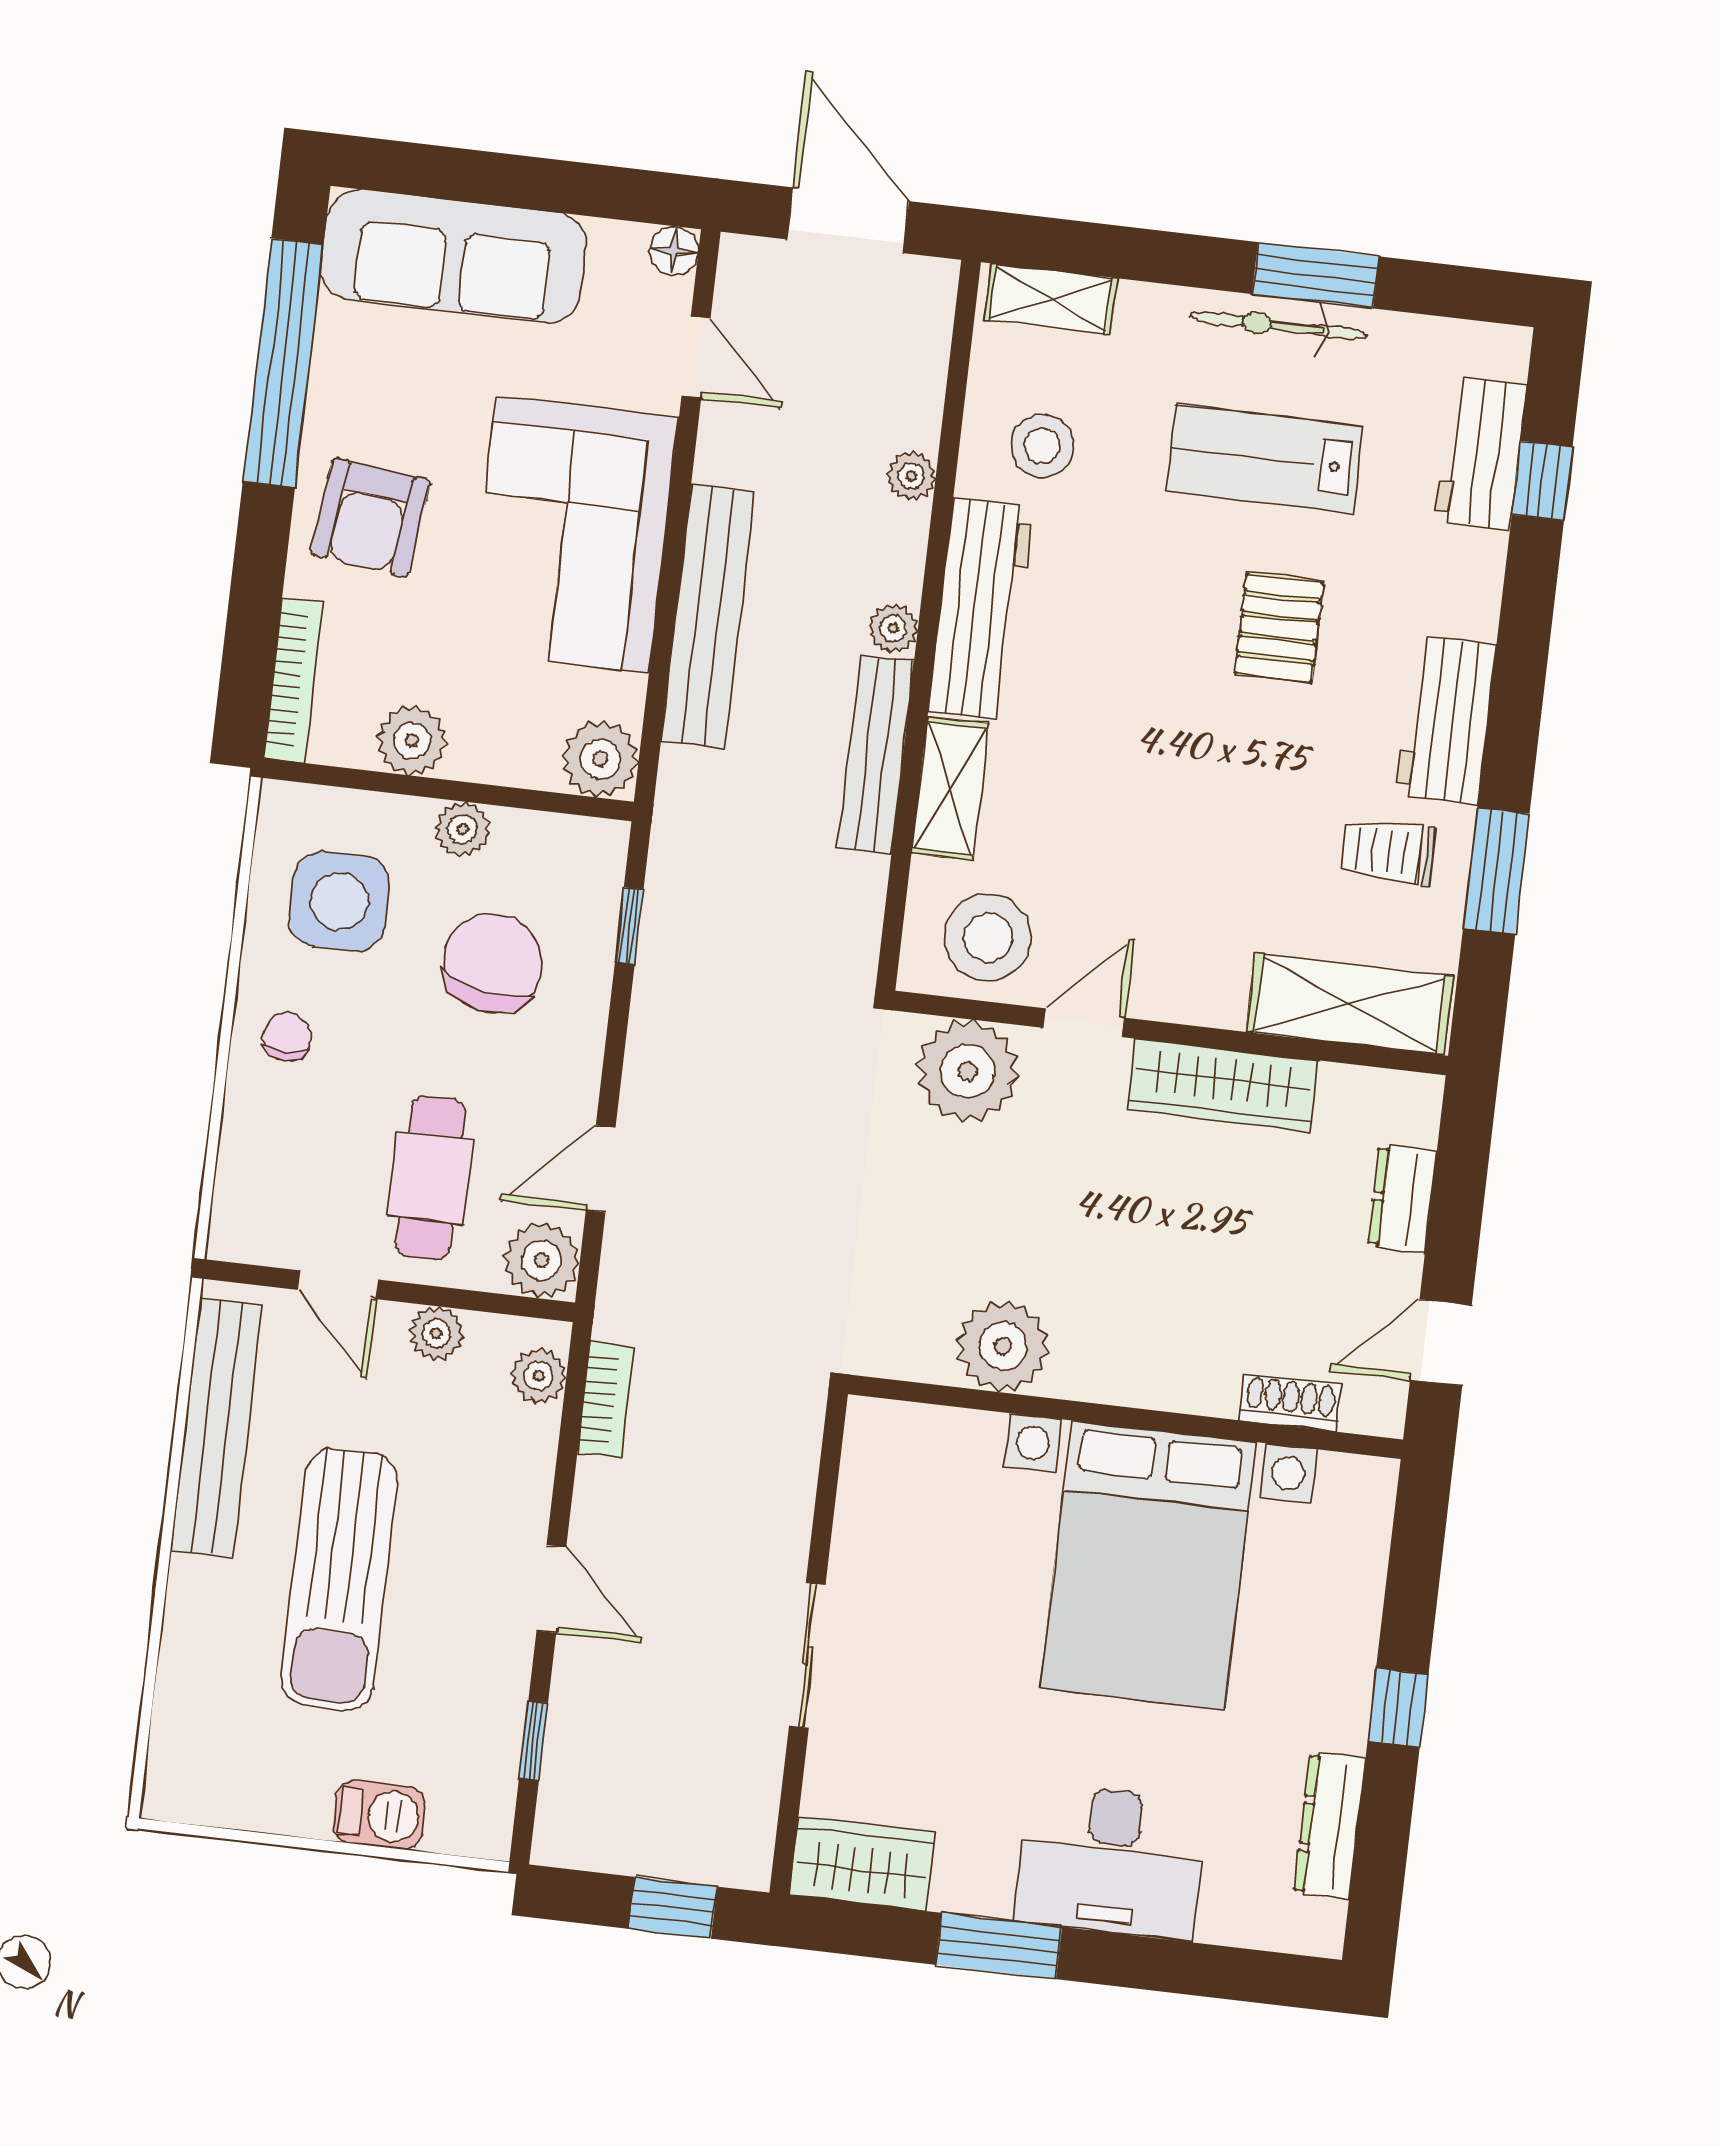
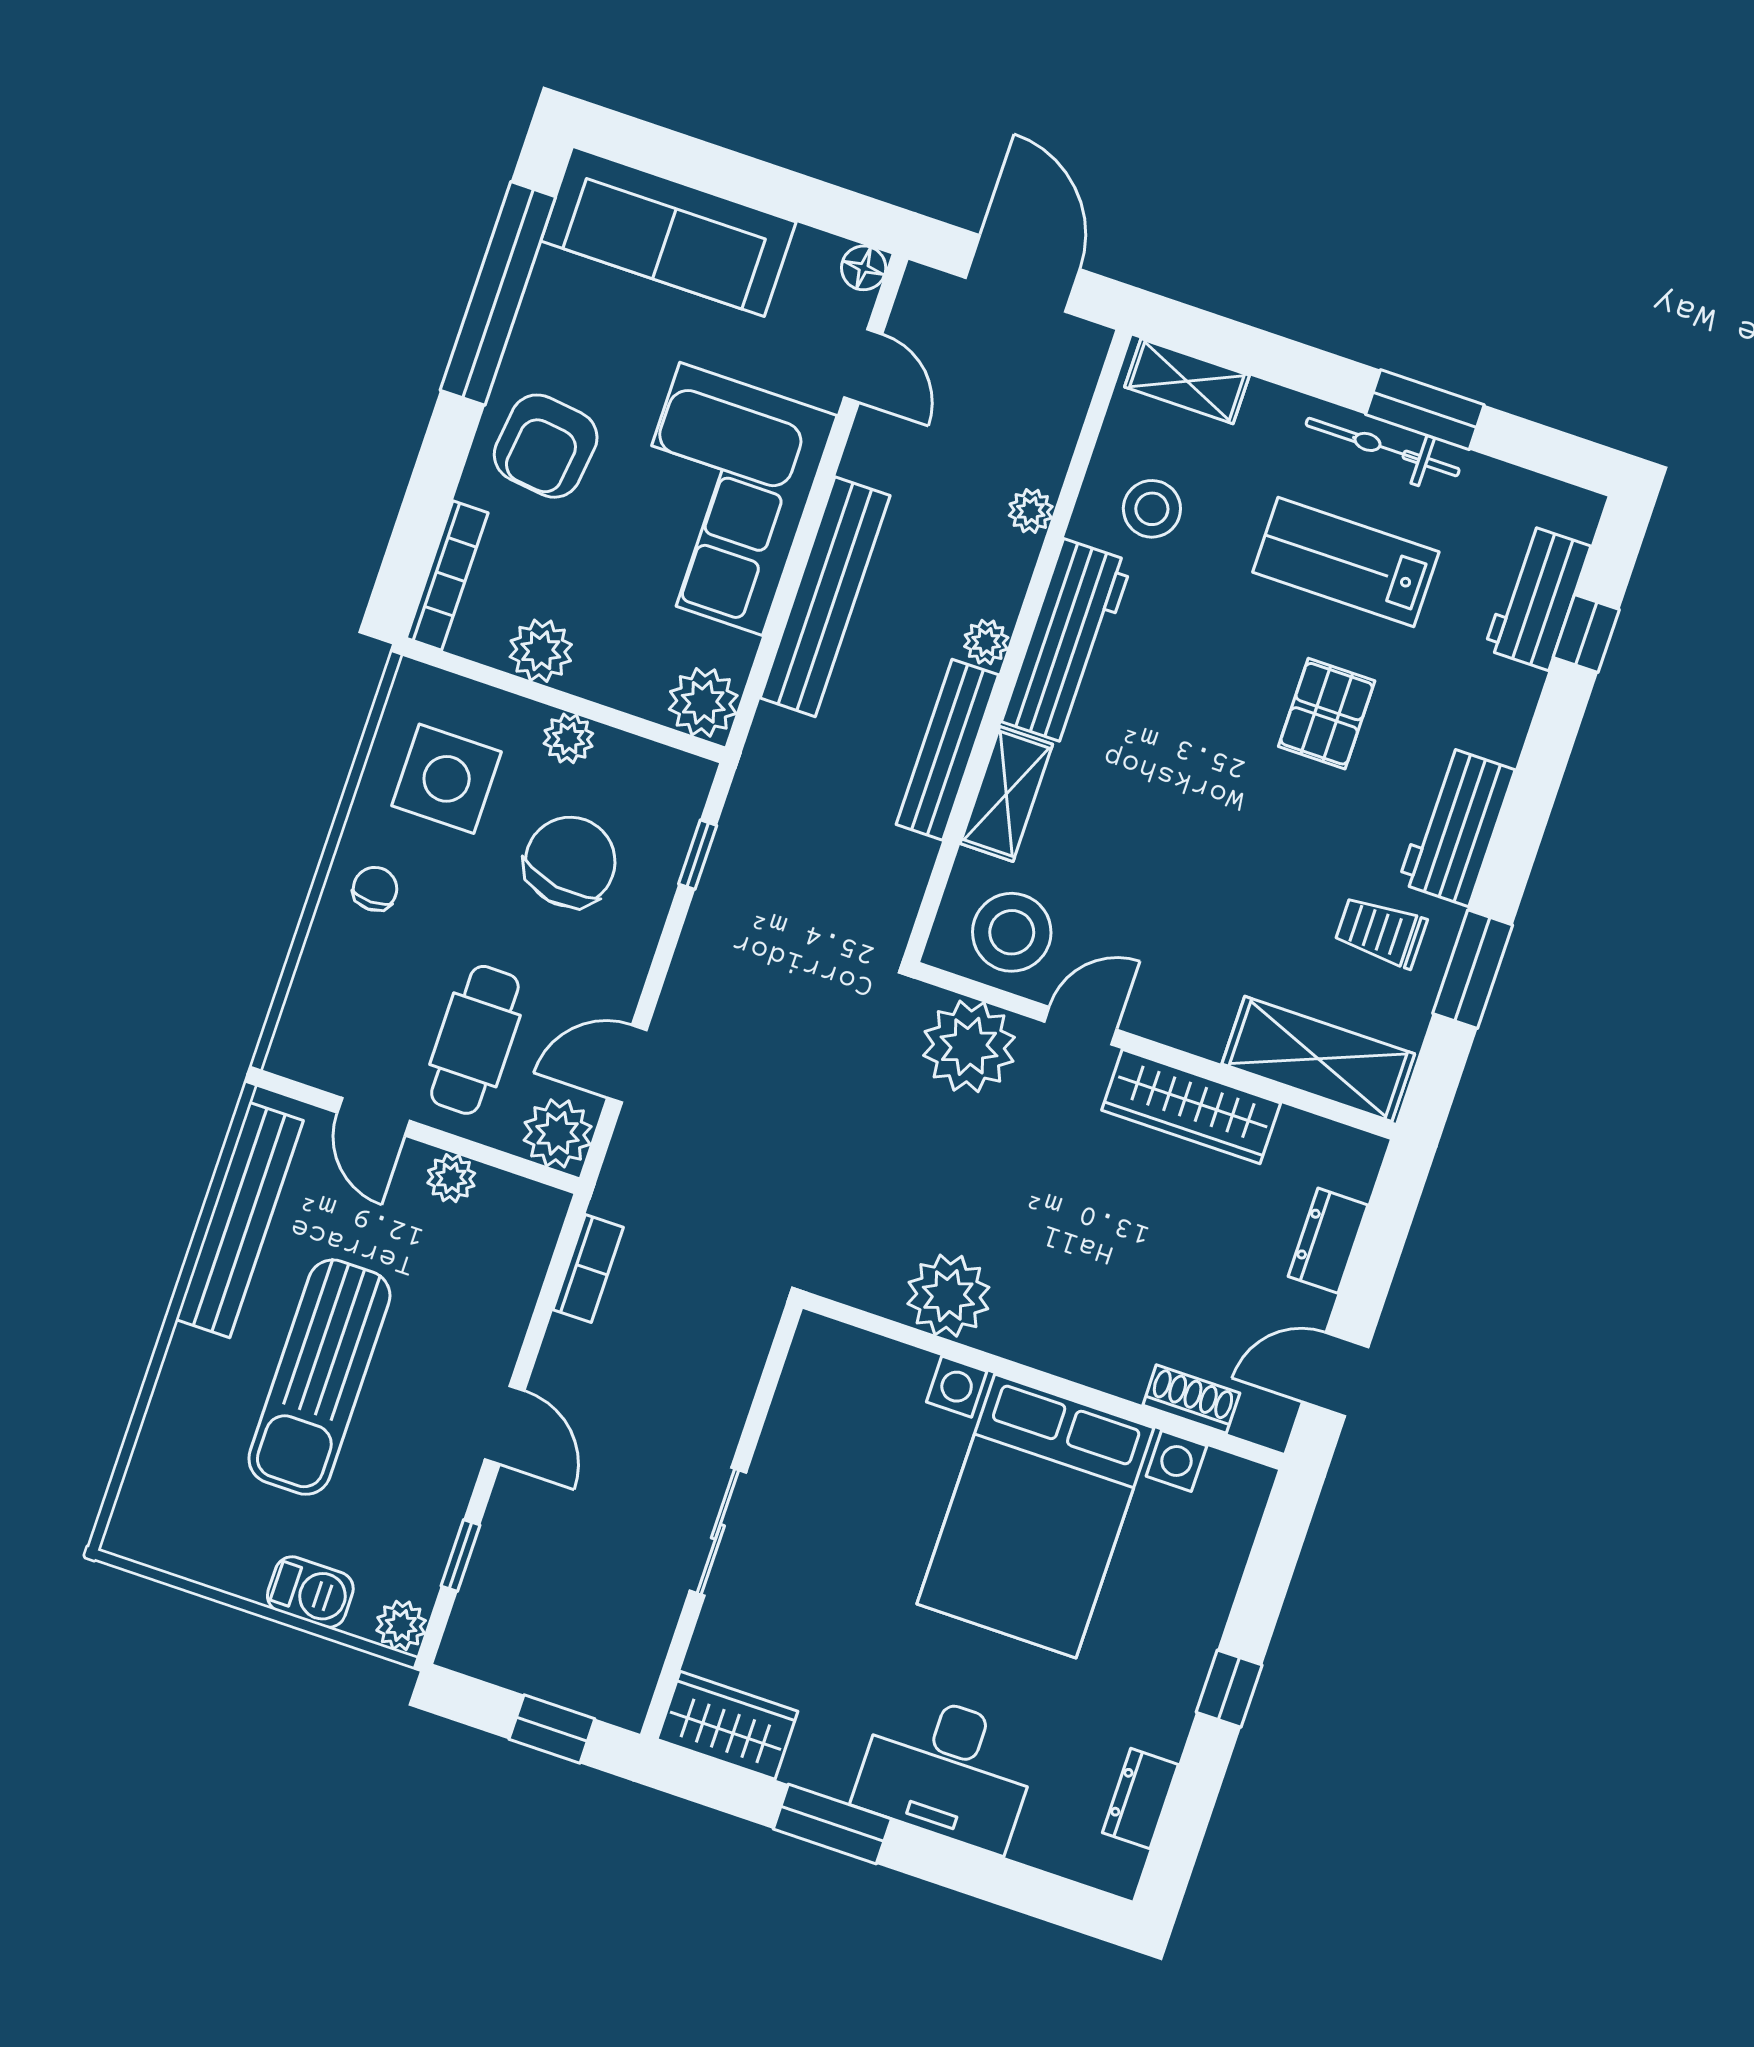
plant: (539, 1376) -> (401, 1625), moved
dresser: (1330, 1826) -> (1140, 1799), width x0.70

